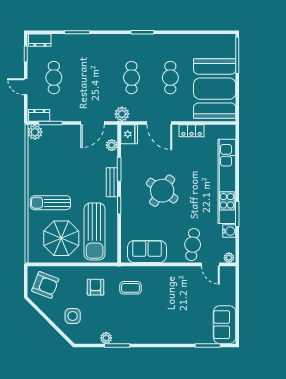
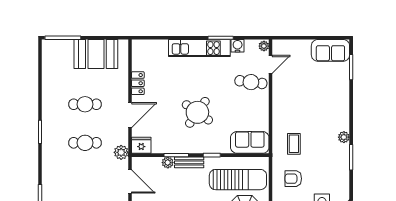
booth: (215, 89) -> (96, 54), width x0.73, depth x0.70
plant: (112, 145) -> (168, 163), moved
kitchen unit: (227, 181) -> (199, 48), width x0.73
sofa: (147, 252) -> (250, 142), moved, turned 90
plant: (106, 338) -> (344, 137), moved

